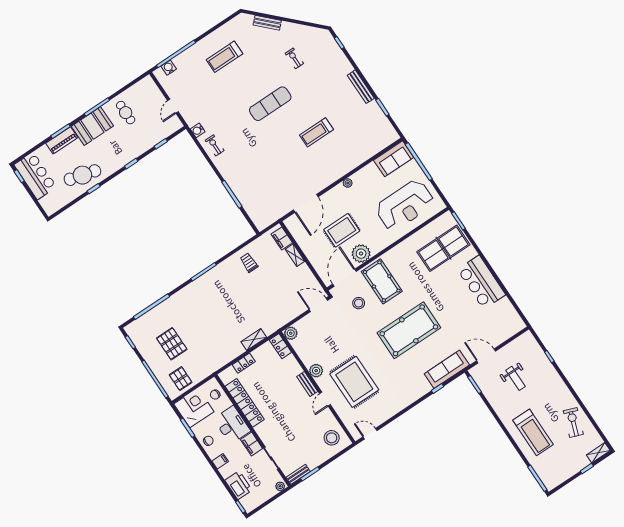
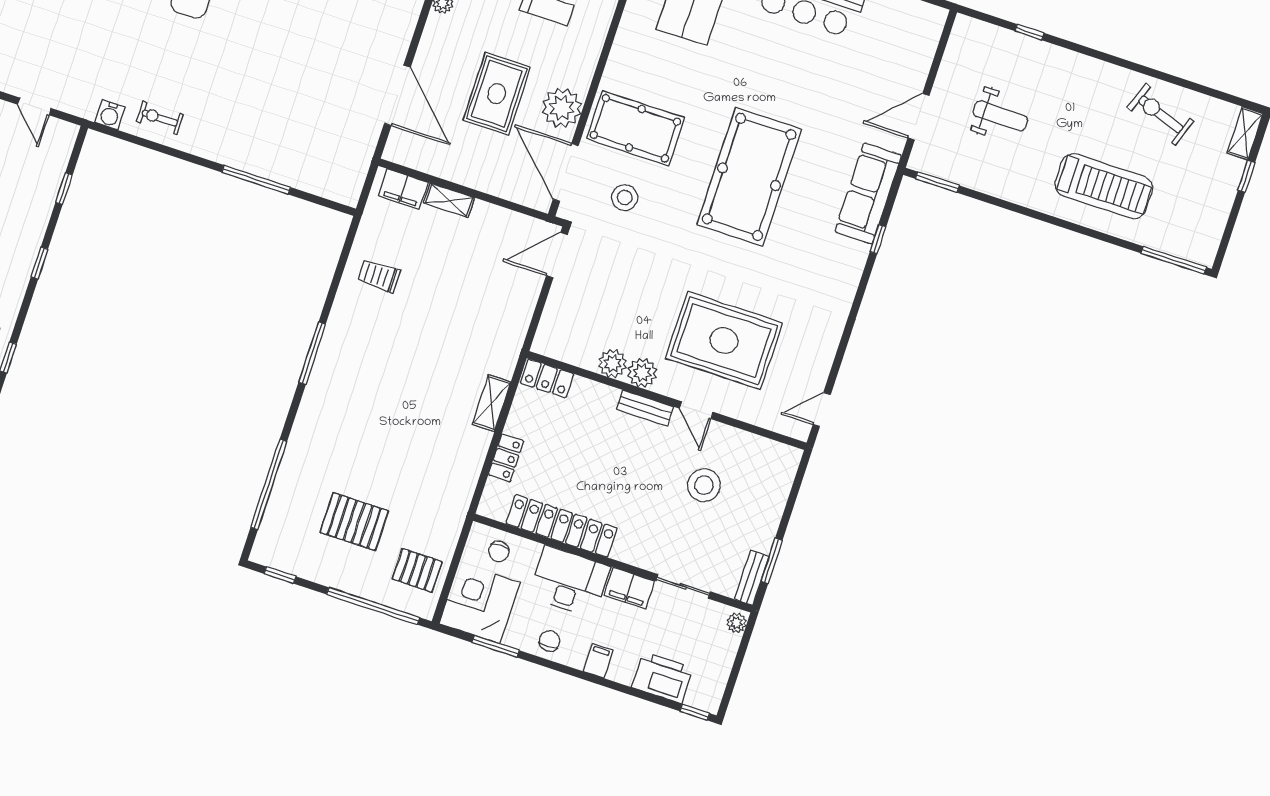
plant: (291, 333) -> (612, 363), moved
stool: (332, 438) -> (704, 485), moved

